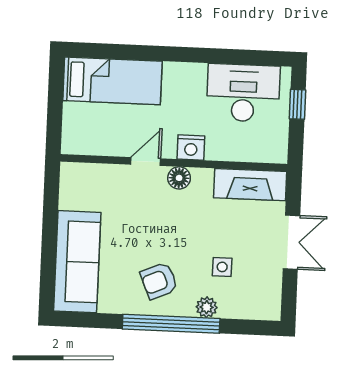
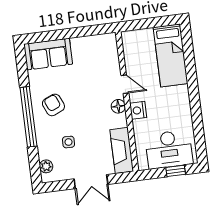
desk: (243, 93) -> (169, 149), moved, turned 90
sofa: (77, 262) -> (48, 54), width x0.73
plant: (207, 307) -> (46, 166), moved

